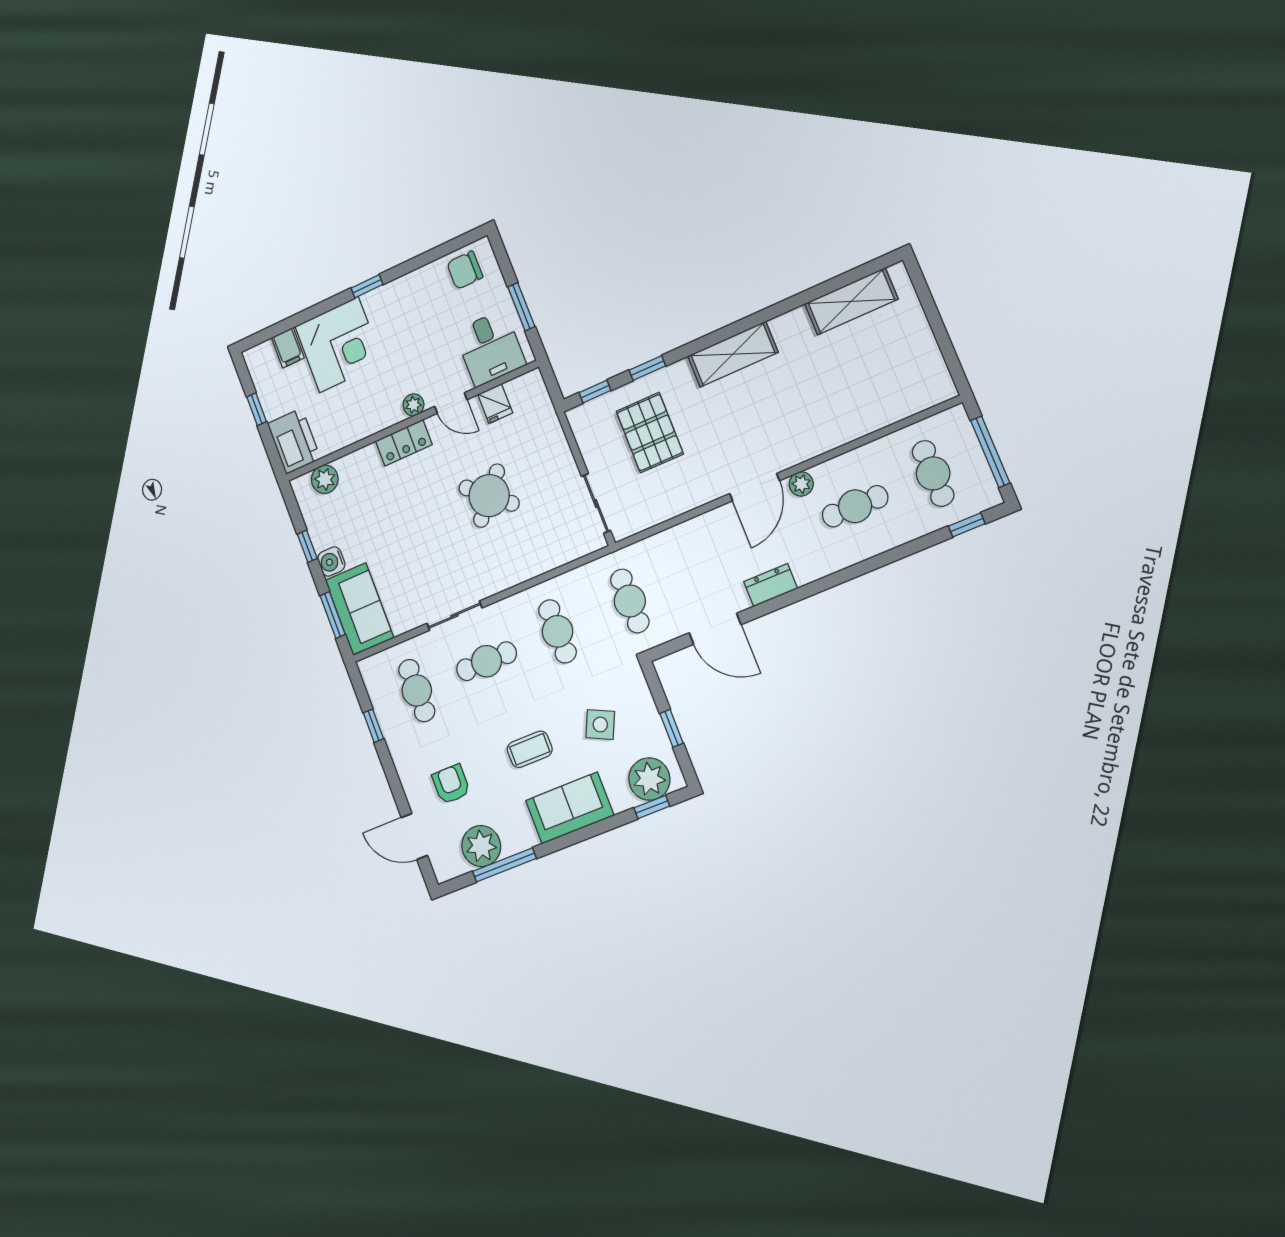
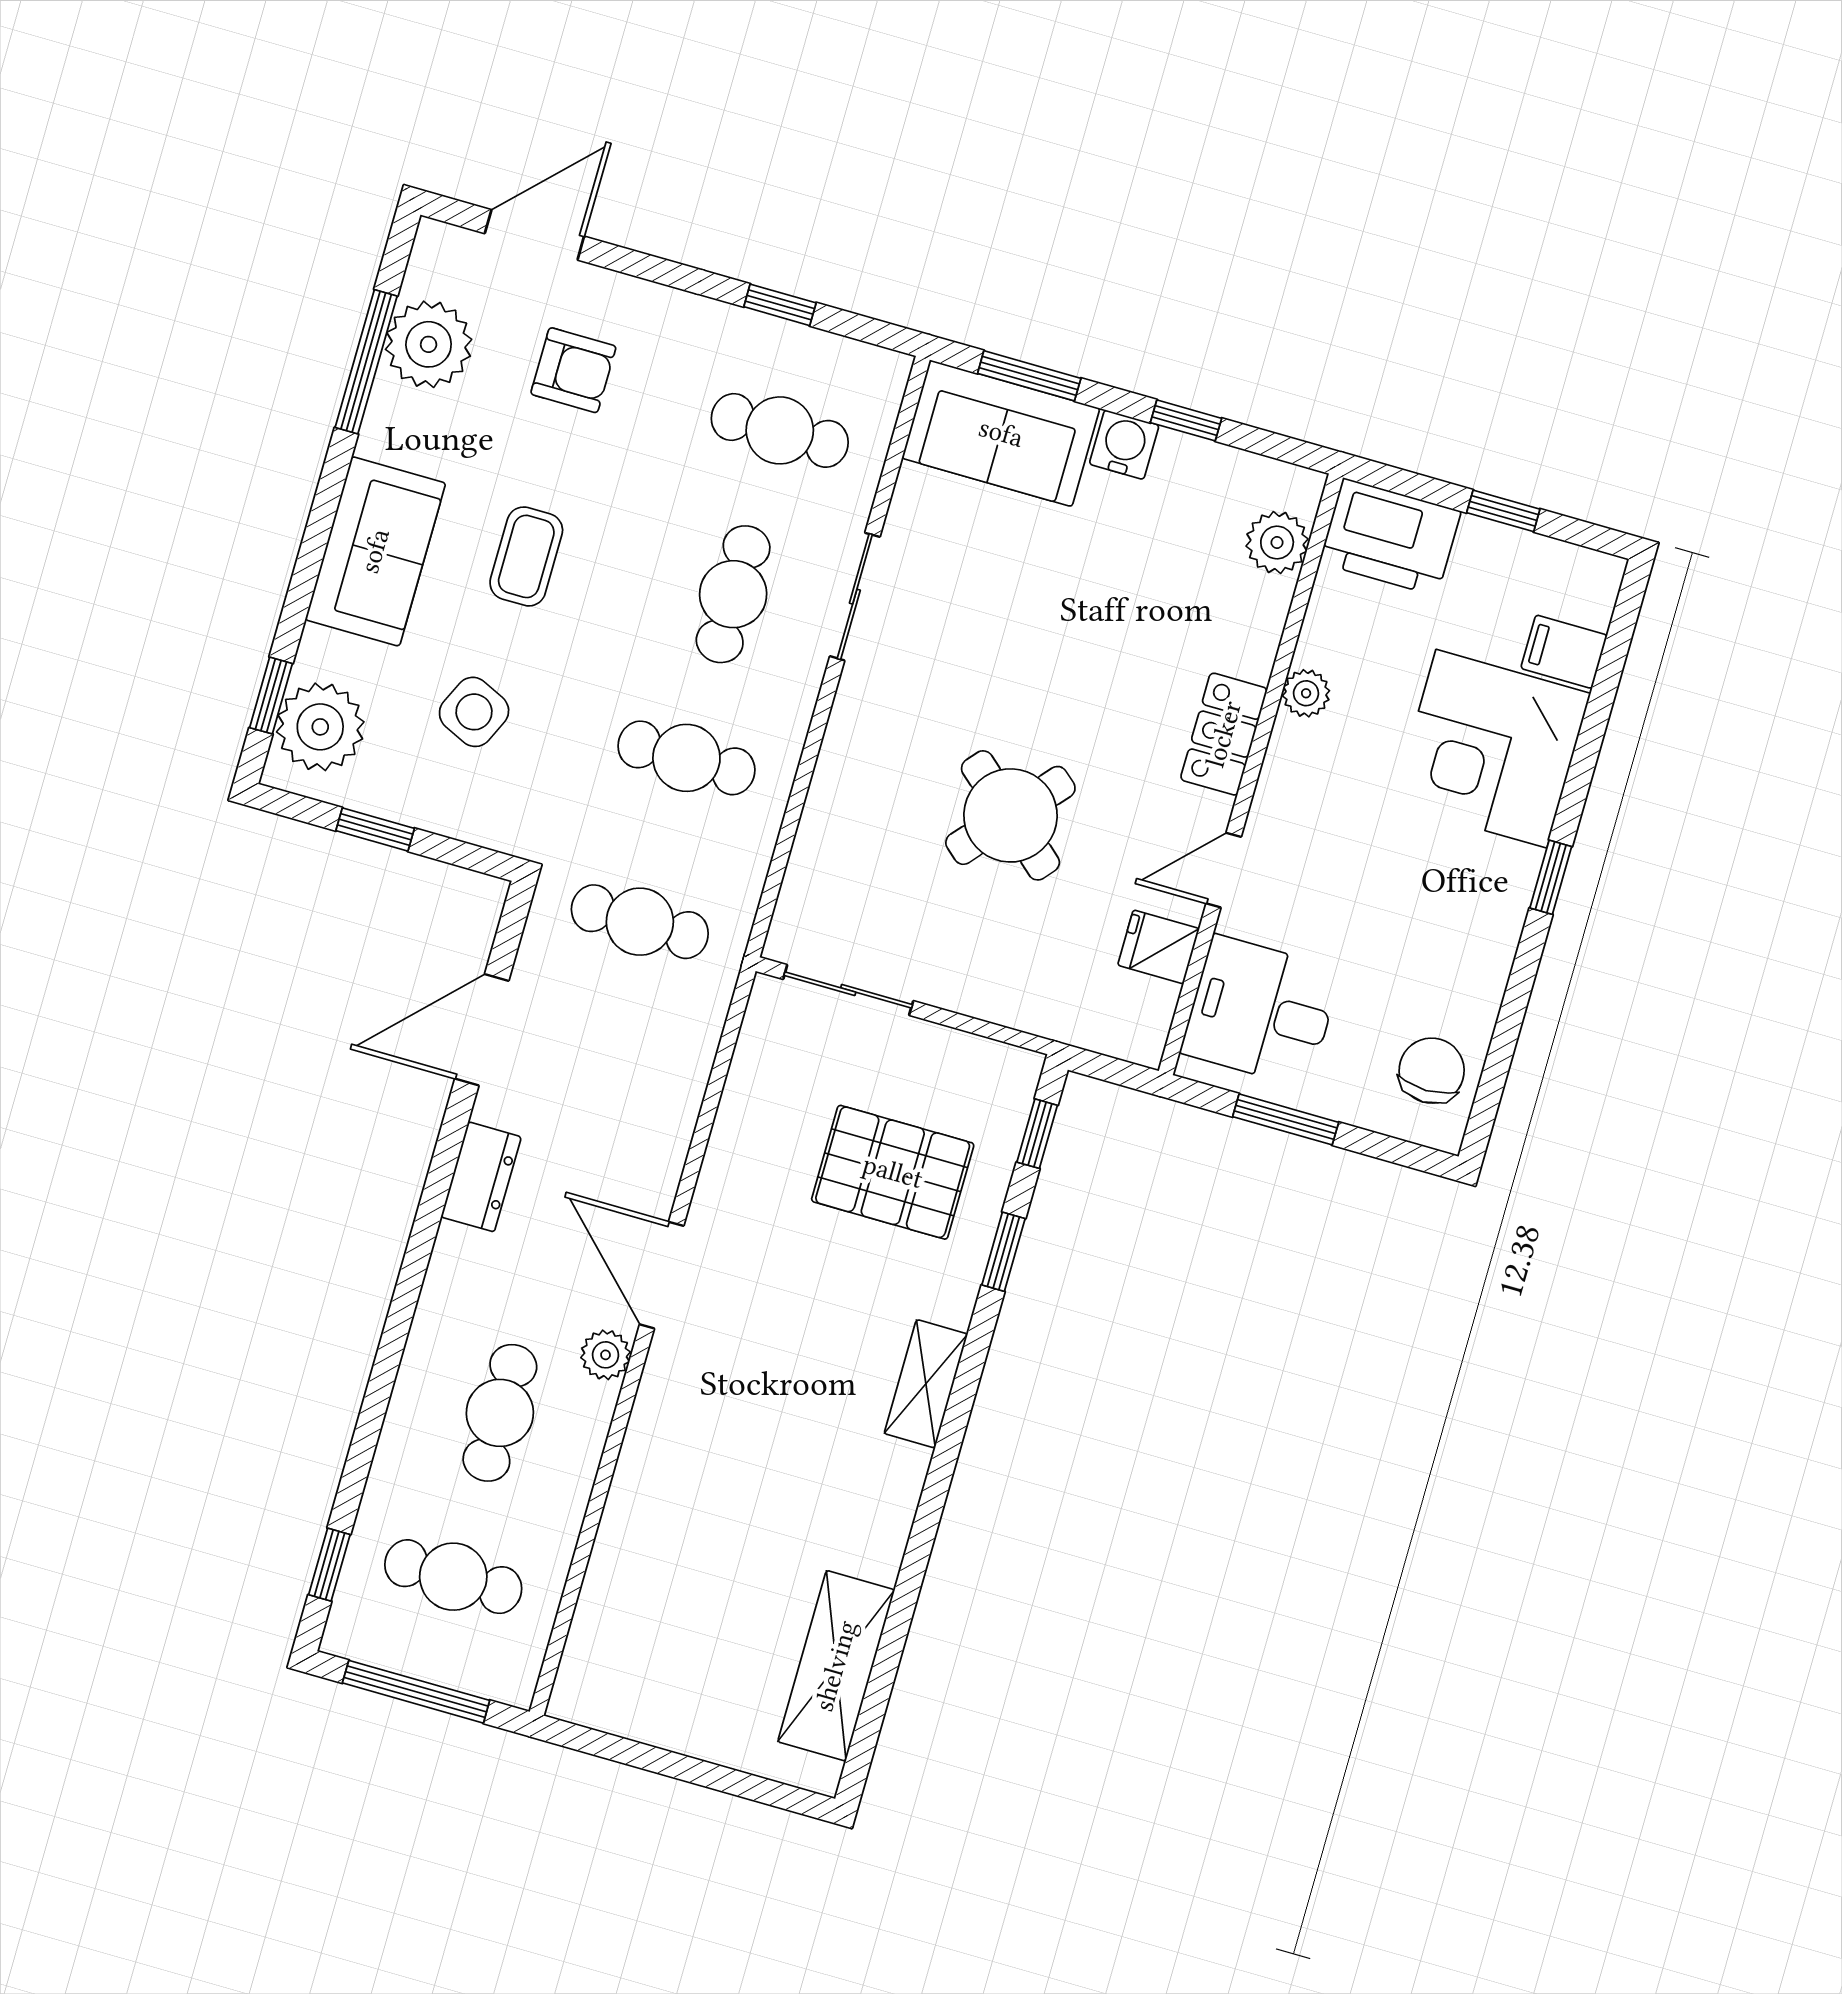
shelving: (733, 354) -> (926, 1384), width x0.67, depth x0.75
plant: (413, 405) -> (1306, 693), moved

